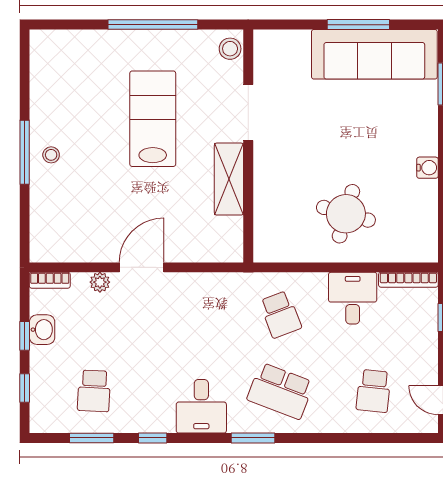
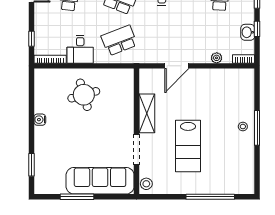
window: (153, 25) -> (210, 197), moved
sofa: (374, 54) -> (100, 181), moved
round table: (346, 214) -> (84, 95), turned -32
door: (142, 267) -> (177, 66), moved
school desk: (280, 314) -> (119, 40), width x1.85

